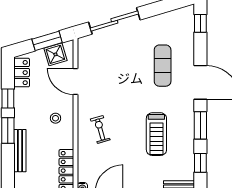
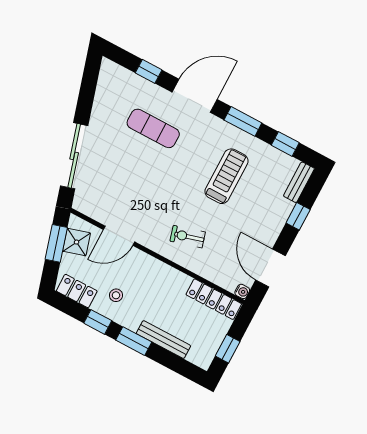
window: (200, 23) -> (149, 71), moved
stool: (55, 118) -> (116, 295), moved
treadmill: (156, 134) -> (226, 176), turned -90

